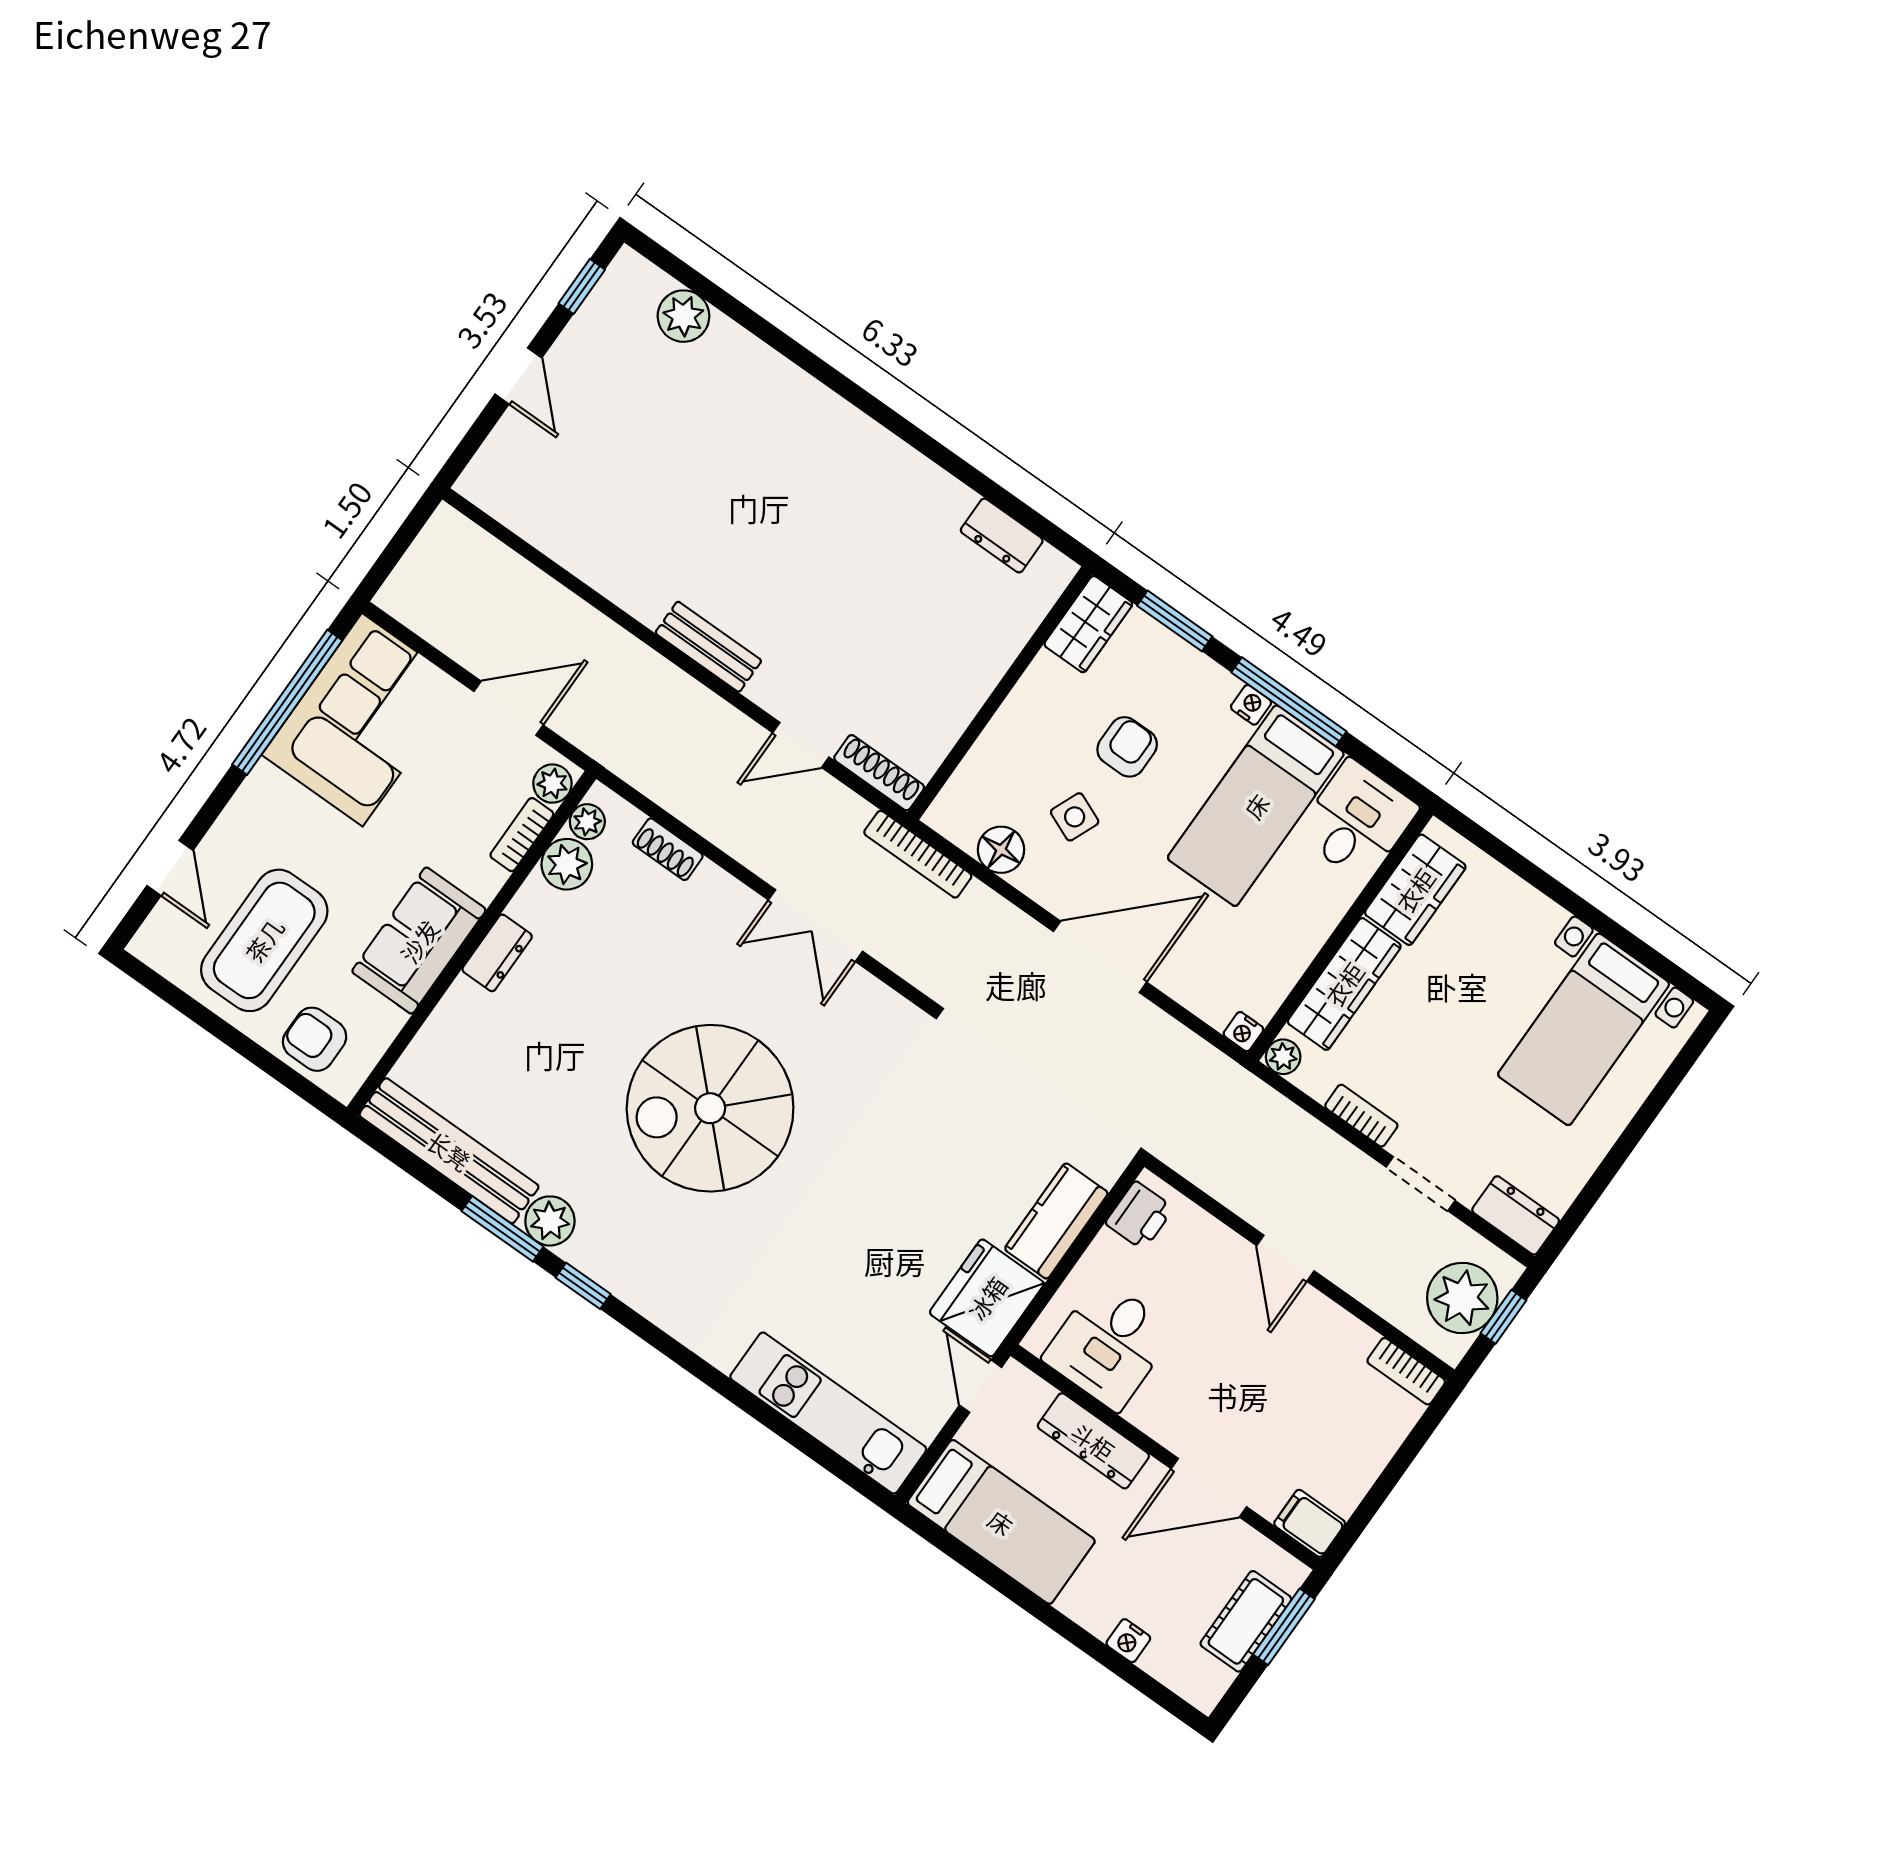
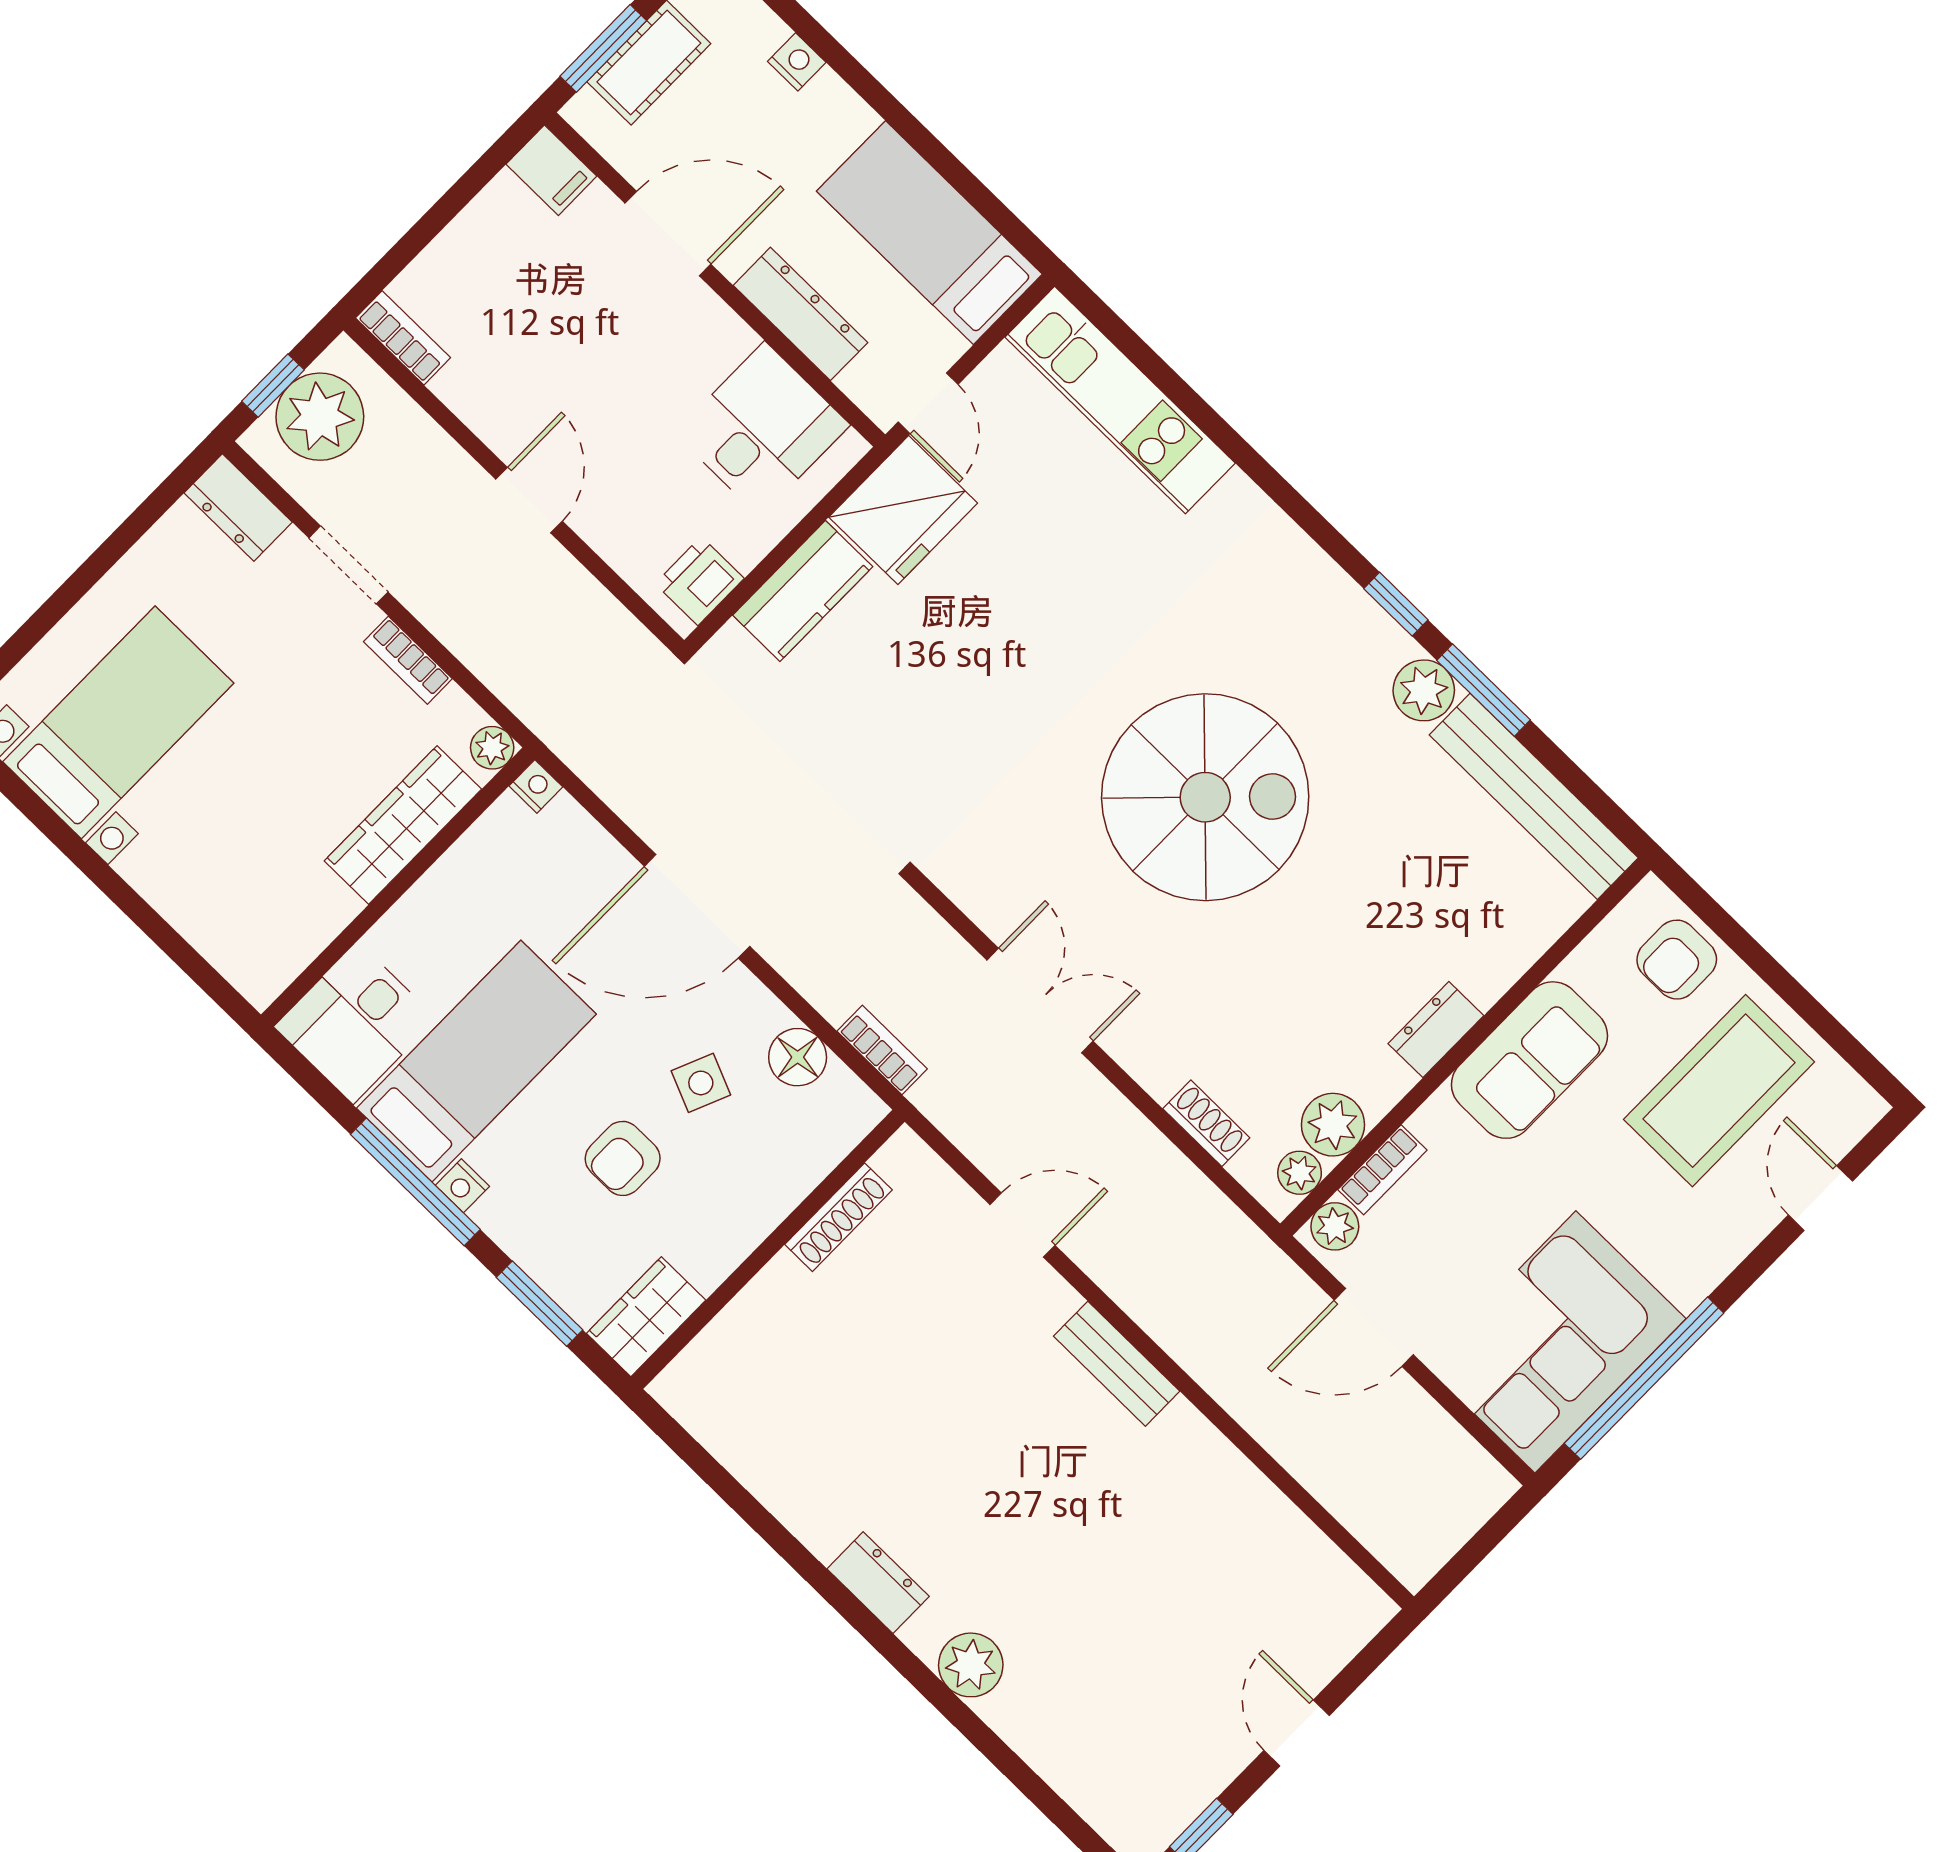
plant: (683, 316) -> (971, 1665), moved
dresser: (1002, 535) -> (878, 1583), moved
shoe rack: (879, 773) -> (839, 1217), moved, turned -90
bookcase: (918, 854) -> (882, 1050), width x0.64
wardrobe: (1415, 890) -> (297, 927), removed
armchair: (315, 1039) -> (1677, 960), turned 90

